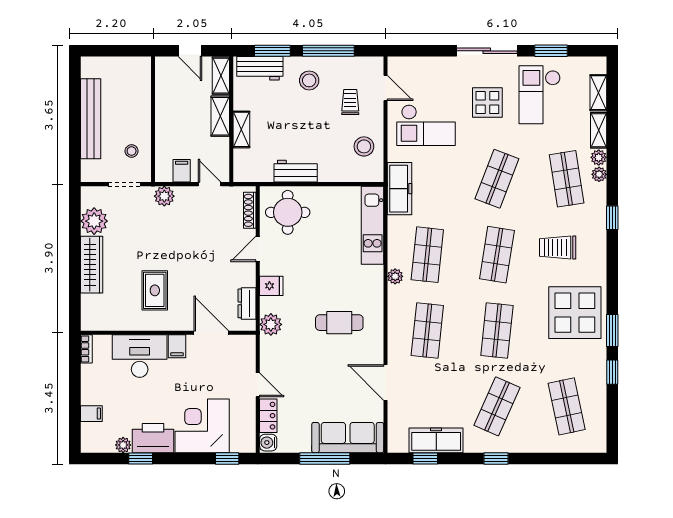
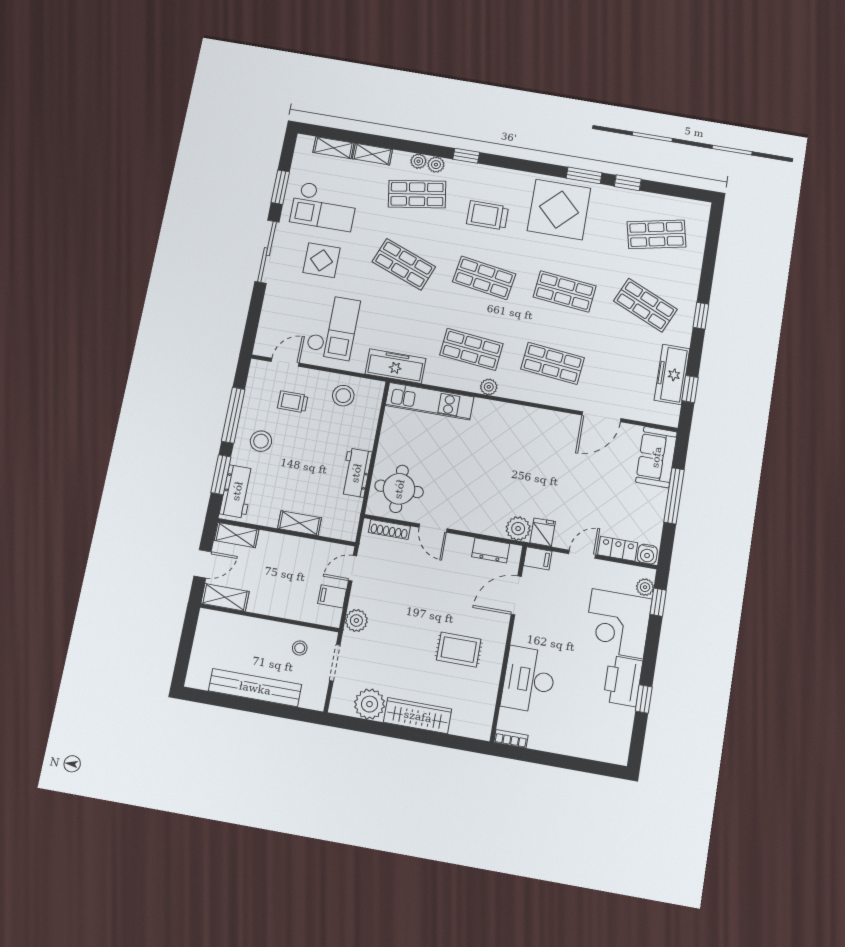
shelving: (220, 116) -> (225, 597), moved
plant: (599, 157) -> (436, 165), moved
trolley: (558, 248) -> (487, 215), turned 90
fridge: (271, 286) -> (543, 532), moved
cafe table: (339, 323) -> (528, 455), removed
filing cabinet: (177, 346) -> (538, 558), moved
filing cabinet: (91, 414) -> (585, 746), removed
sofa: (348, 438) -> (656, 457), width x0.73
plant: (123, 445) -> (645, 587), moved

